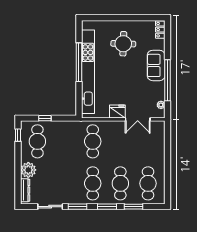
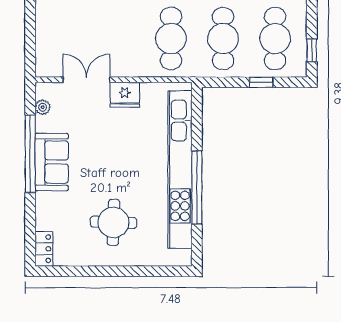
sofa: (156, 65) -> (52, 162), moved
cafe table: (65, 141) -> (223, 39), added

